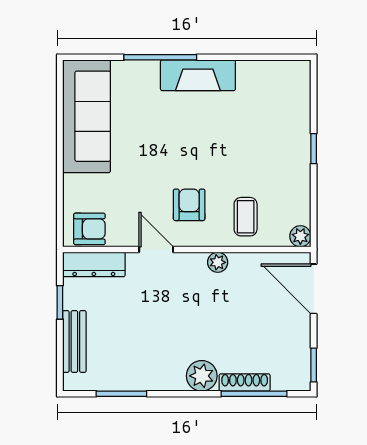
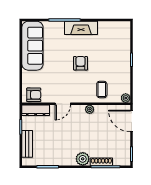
armchair: (189, 205) -> (80, 63), moved
door: (156, 250) -> (63, 104), swing flipped

